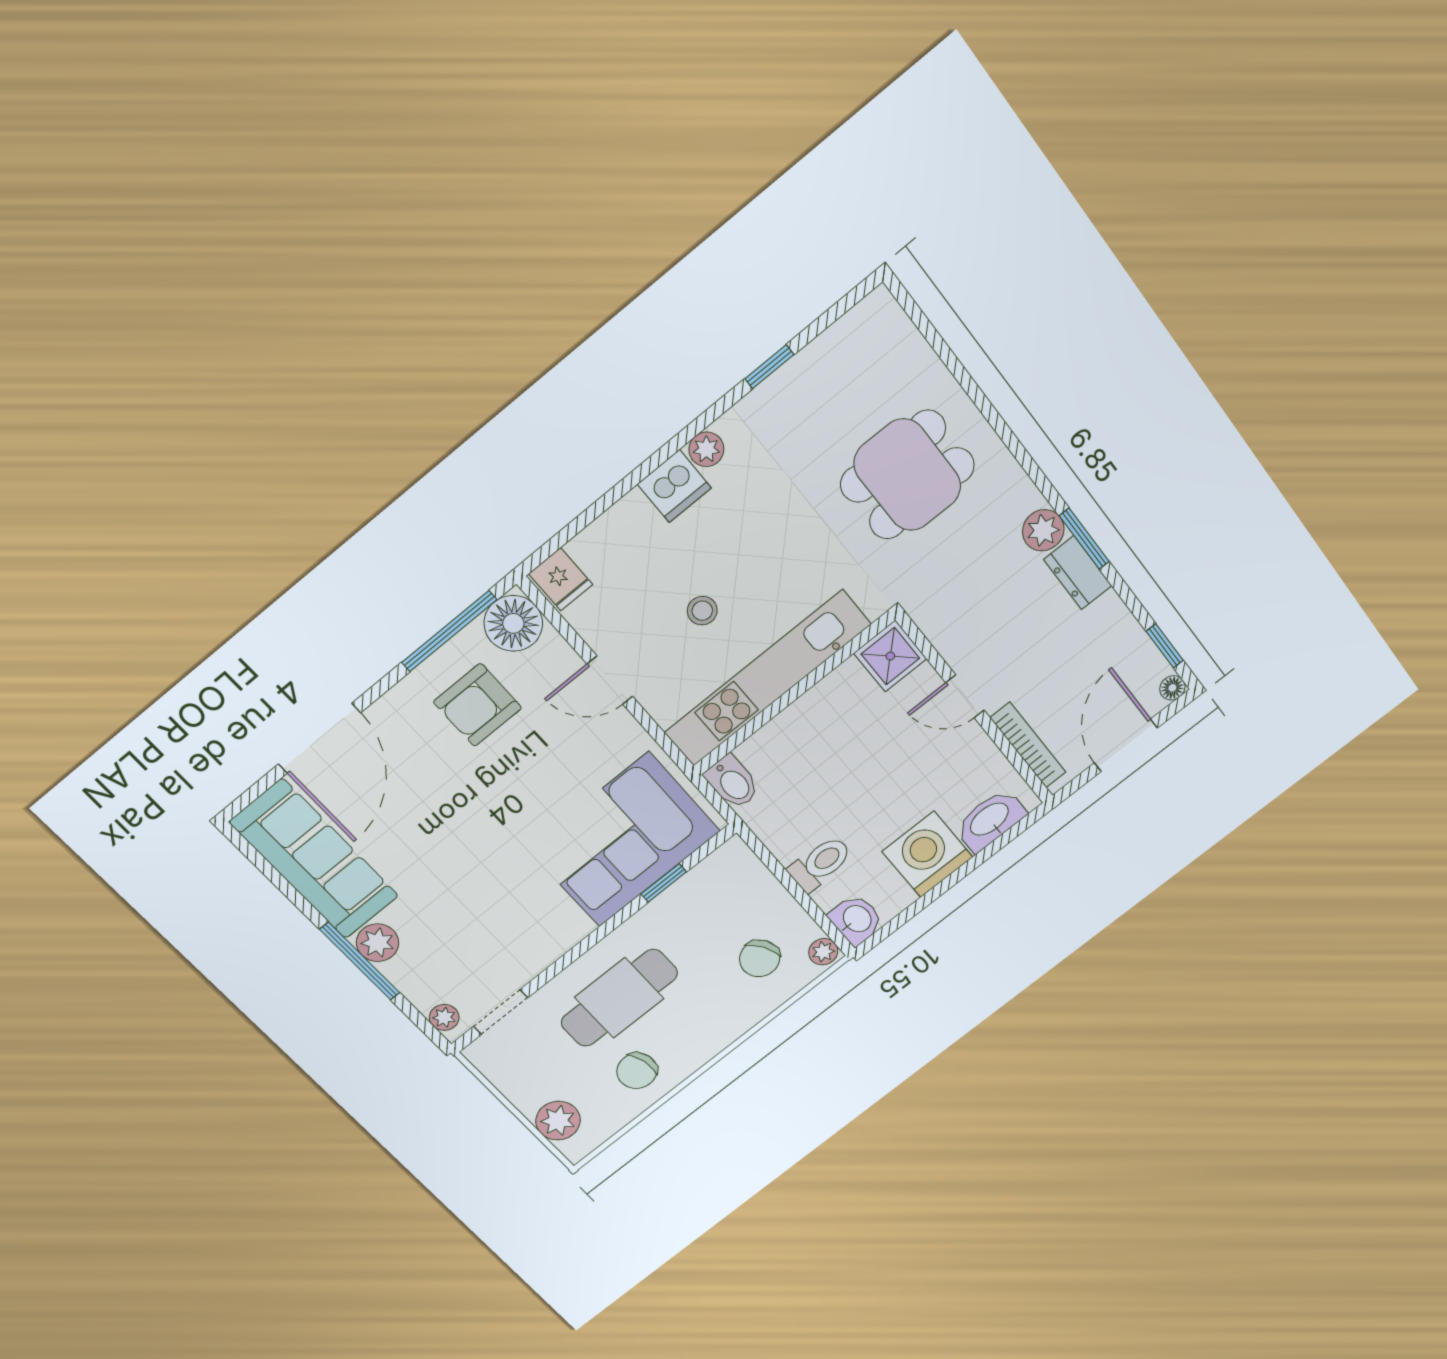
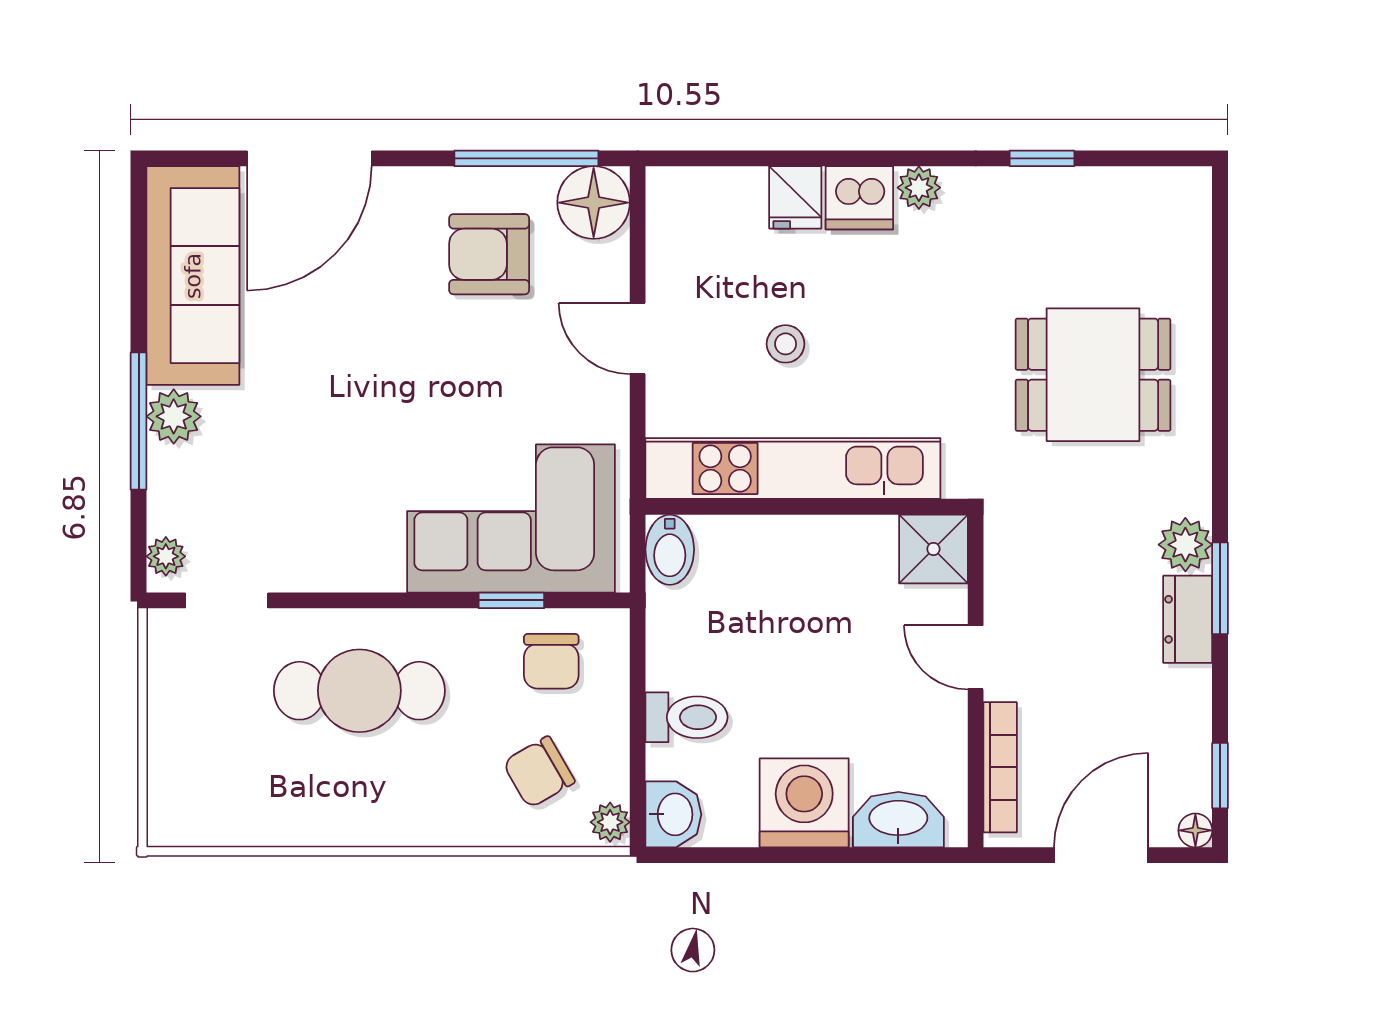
fridge: (561, 579) -> (795, 197), moved
chair: (637, 1071) -> (551, 661), moved, turned -78
plant: (558, 1121) -> (177, 778), removed

